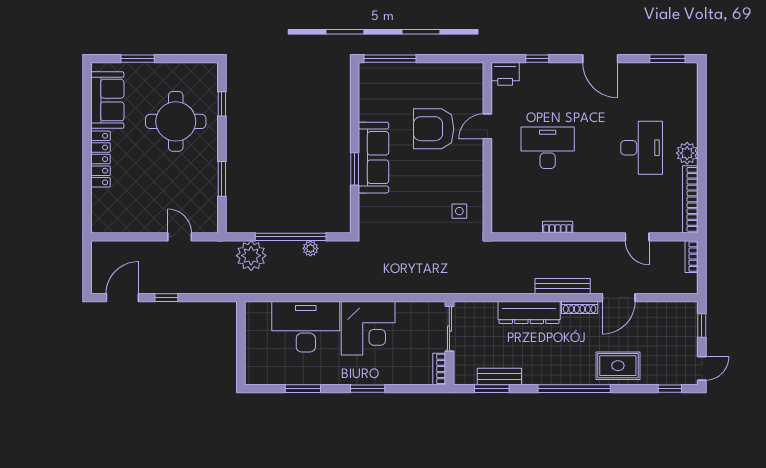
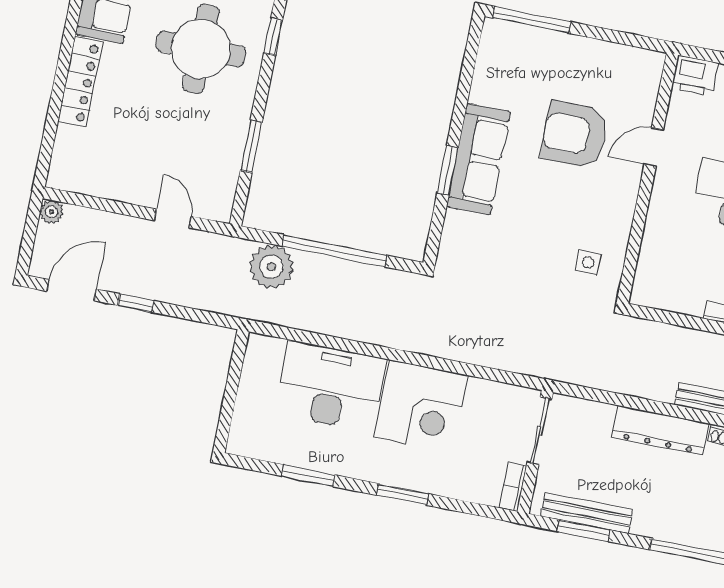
plant: (310, 248) -> (51, 212), moved
bench: (499, 376) -> (587, 513), width x1.36

